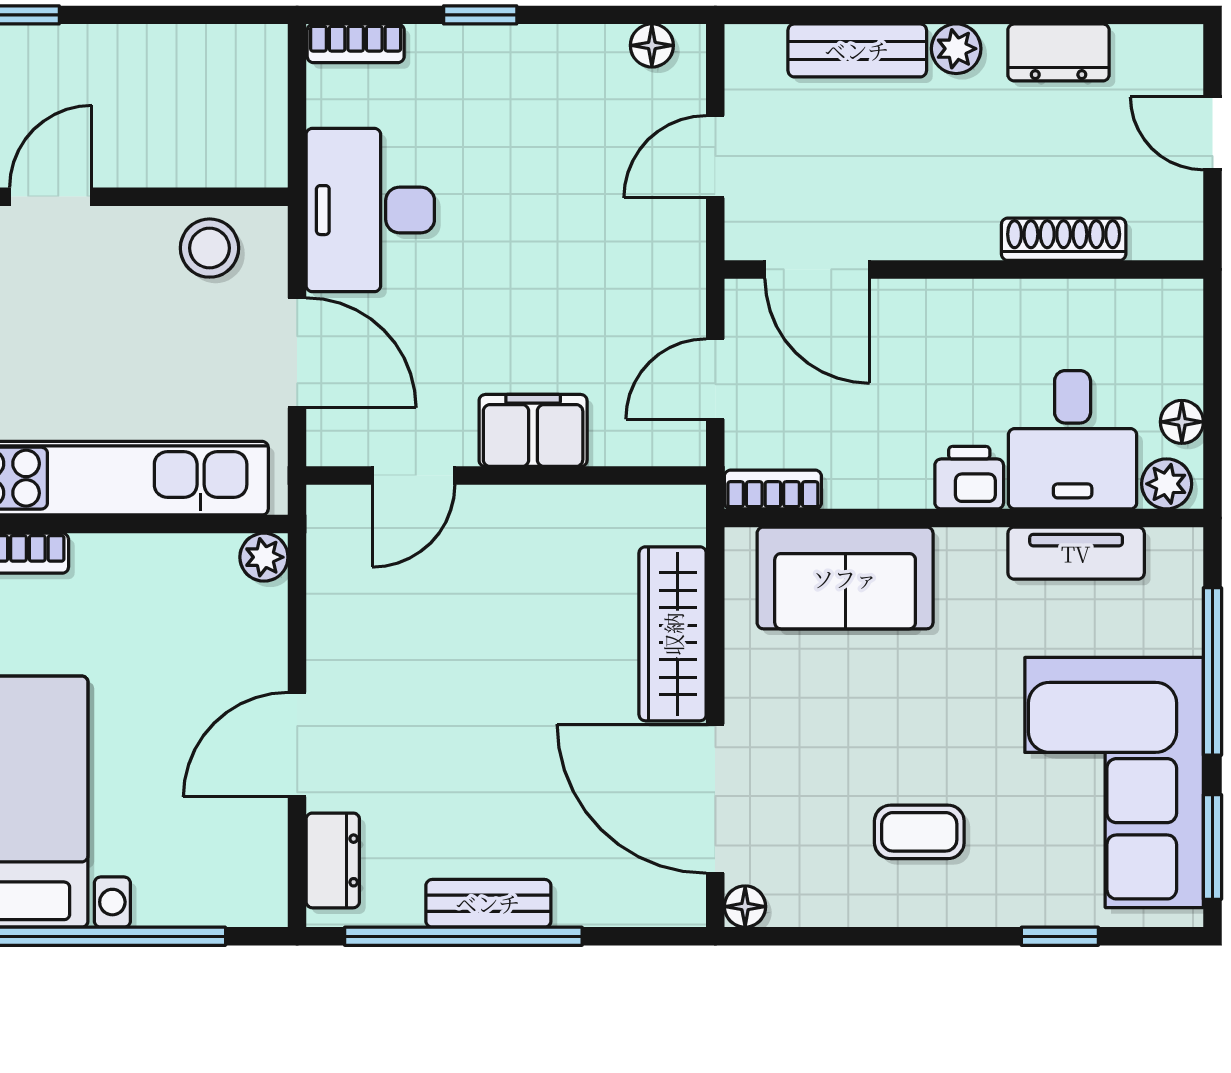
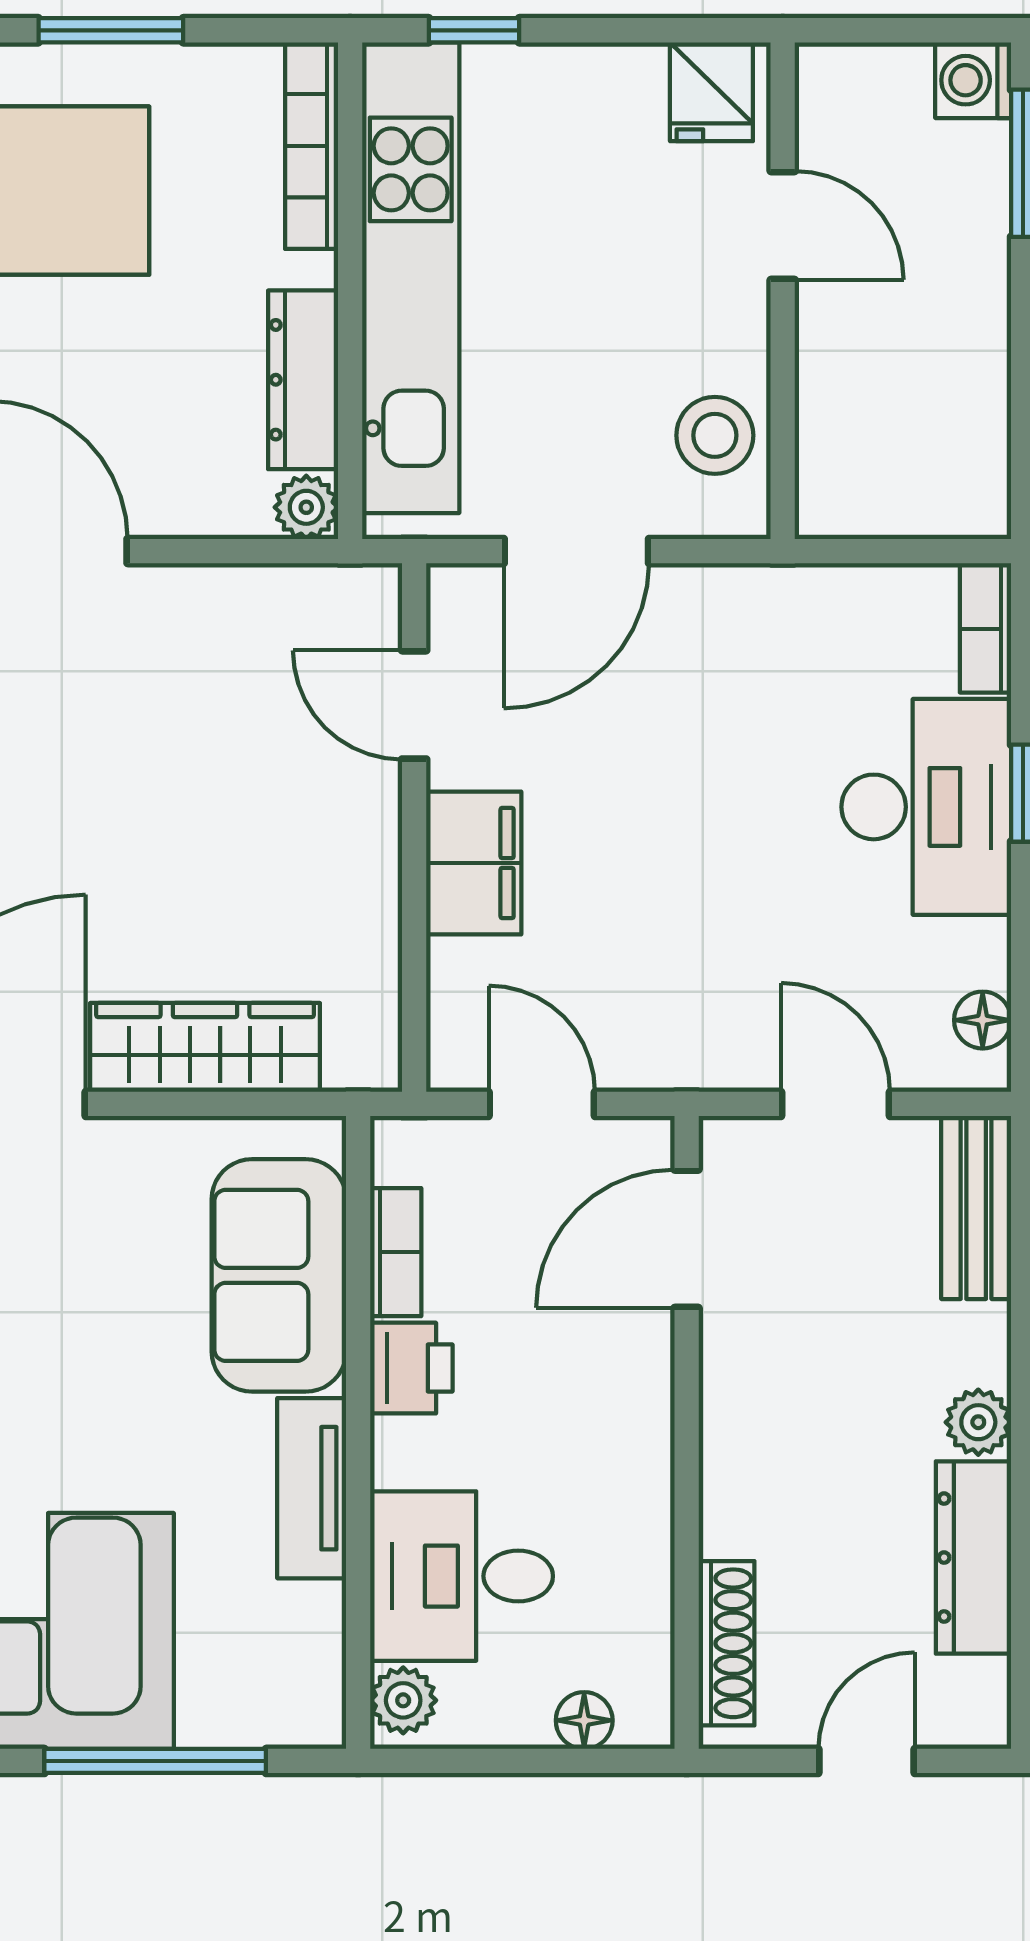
bench: (857, 50) -> (976, 1207), moved
dresser: (1059, 52) -> (973, 1558), width x1.44
desk: (370, 210) -> (926, 807), moved, turned 90
shoe rack: (1064, 239) -> (727, 1643), moved
floor lamp: (1182, 422) -> (584, 1720), moved
printer: (969, 478) -> (411, 1368), moved
bookcase: (773, 490) -> (396, 1252), moved
tv unit: (1076, 553) -> (312, 1488), moved
dresser: (167, 560) -> (303, 380), added

